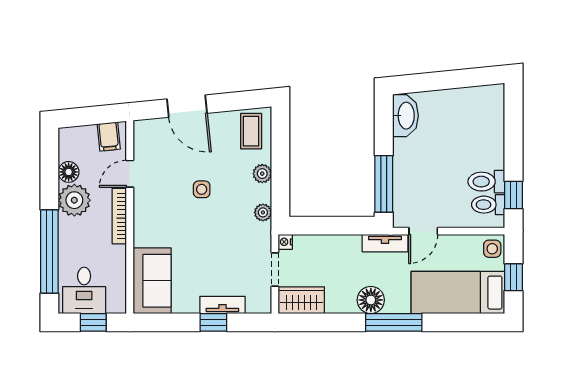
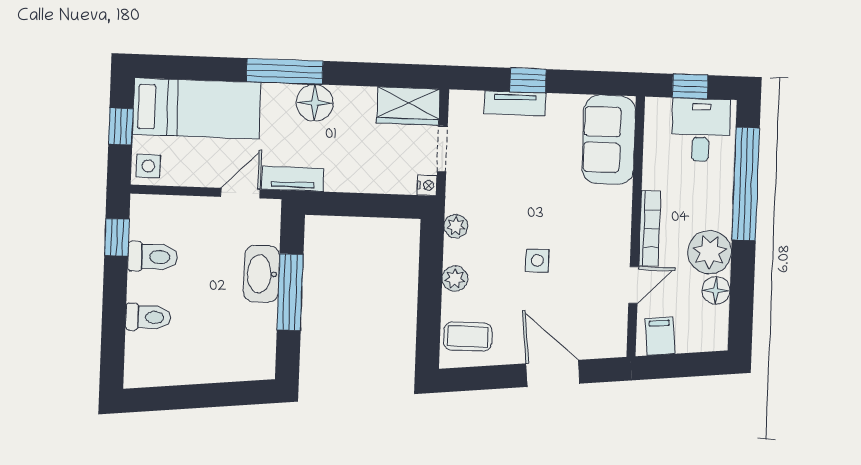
washbasin: (405, 116) -> (262, 274), moved
coffee table: (251, 131) -> (468, 336), turned 90
window: (384, 184) -> (290, 292), moved
toilet: (488, 205) -> (148, 317), moved

